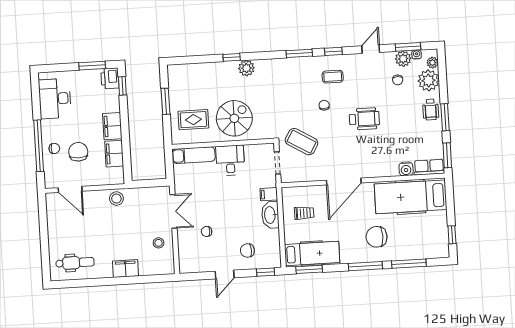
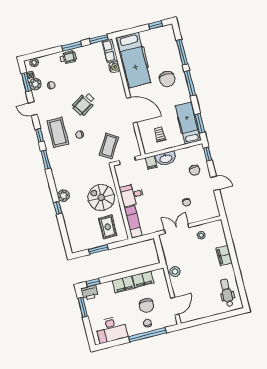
coffee table: (333, 77) -> (58, 132), width x1.86, depth x1.72
plant: (429, 80) -> (48, 63), removed
wheelchair: (364, 119) -> (84, 104), turned -123
chair: (78, 152) -> (147, 305), turned -88

